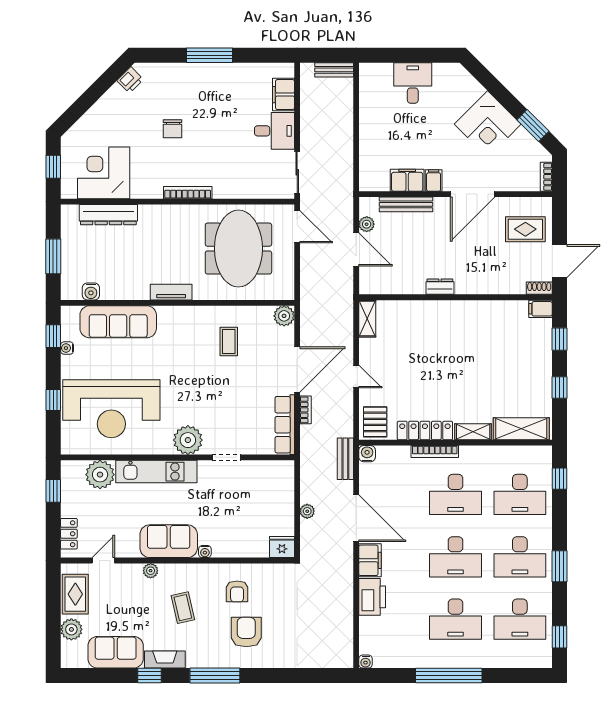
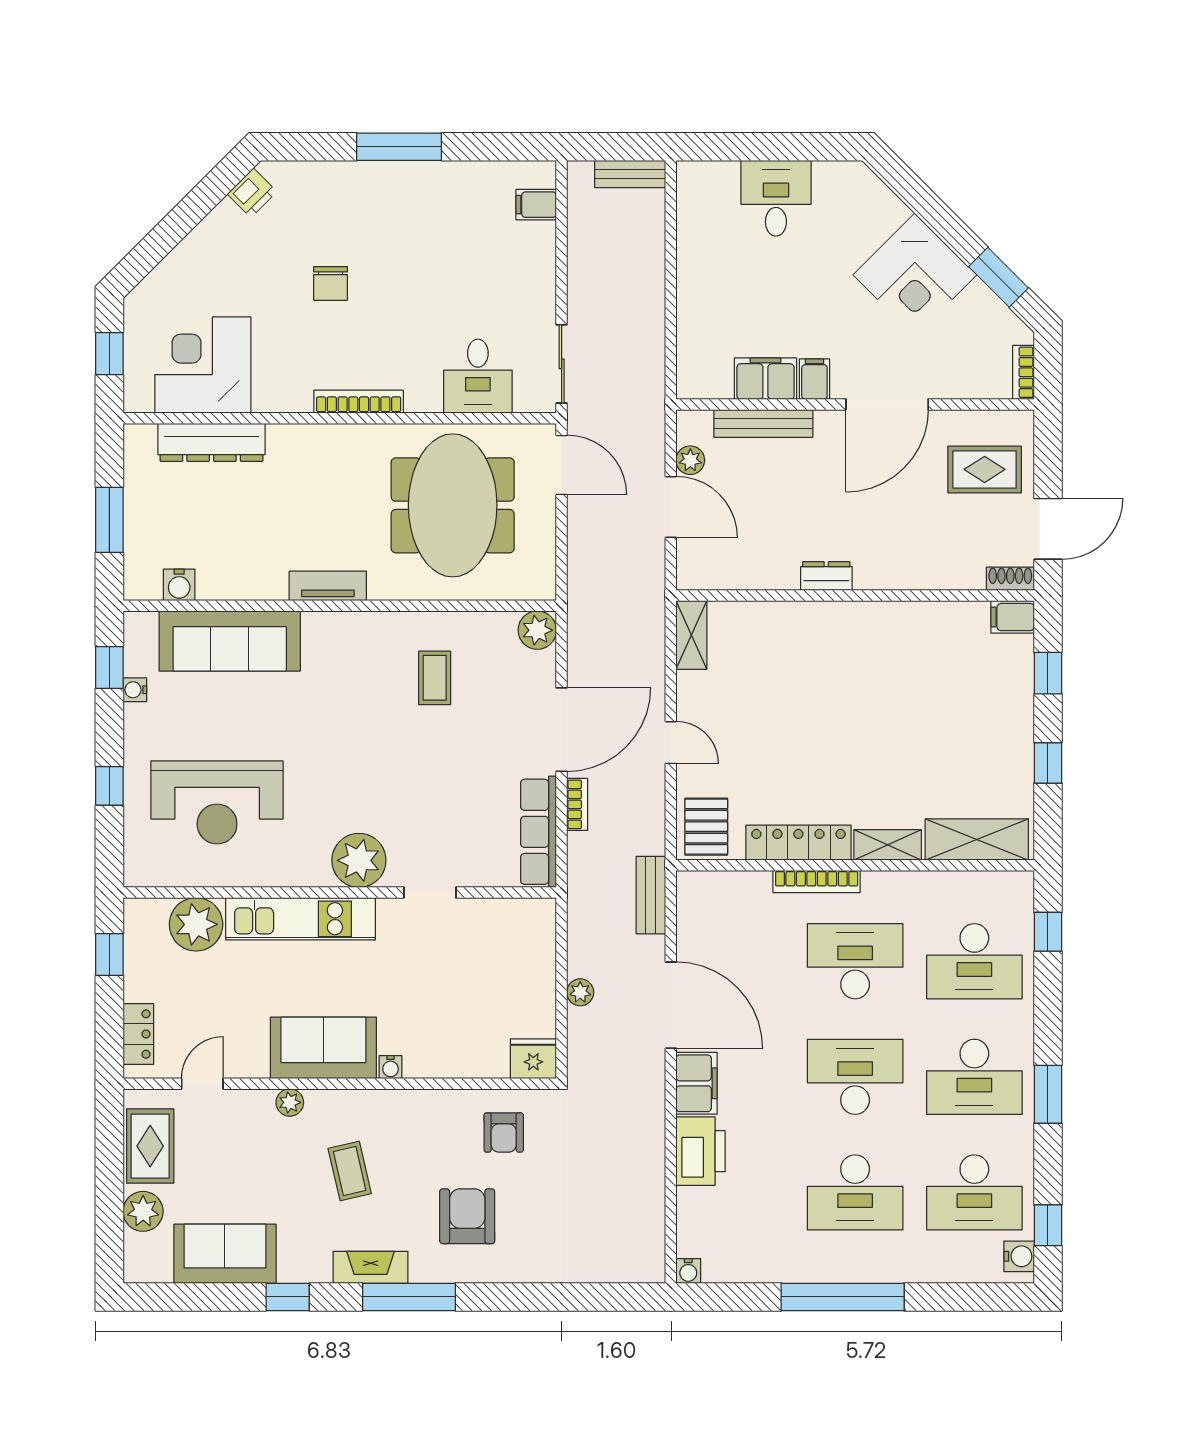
filing cabinet: (283, 95) -> (536, 205), width x0.50
desk: (274, 131) -> (478, 376), moved, turned 90
reception desk: (111, 409) -> (217, 802), width x0.74, depth x0.77
water cooler: (367, 454) -> (1019, 1256), moved, turned 90
desk: (456, 494) -> (855, 961), turned 180
desk: (456, 557) -> (855, 1077), turned 180
armchair: (237, 591) -> (504, 1133), moved
fireplace: (165, 660) -> (371, 1267), moved

